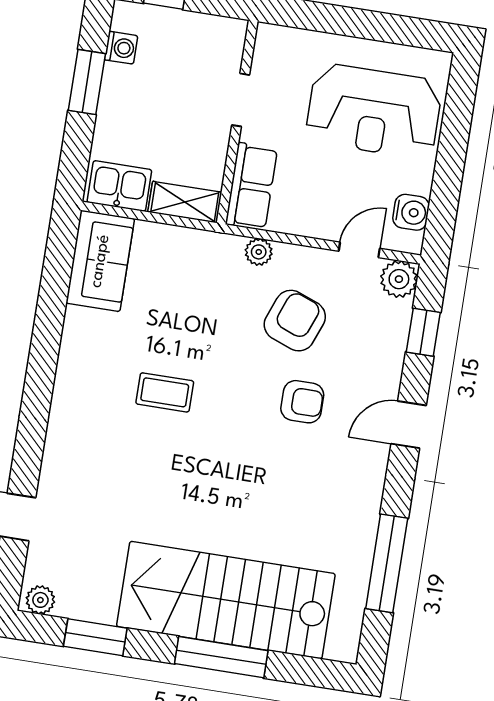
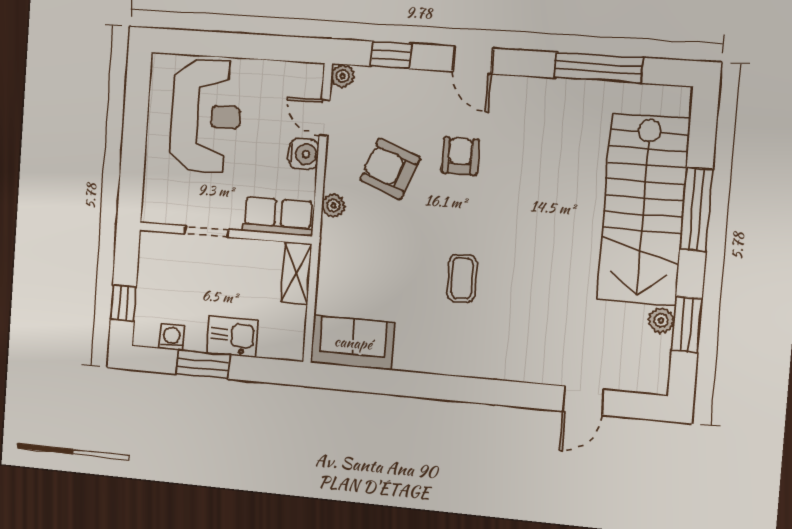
kitchen sink: (119, 186) -> (232, 337), moved, turned 90
water cooler: (411, 212) -> (304, 154), moved, turned 90
plant: (399, 279) -> (343, 76), width x0.73, depth x0.73
plant: (40, 600) -> (661, 320), moved

